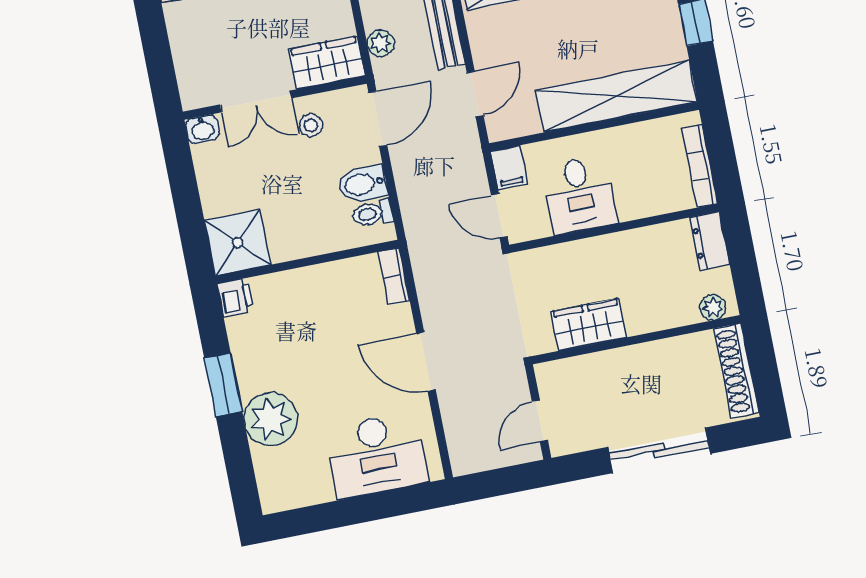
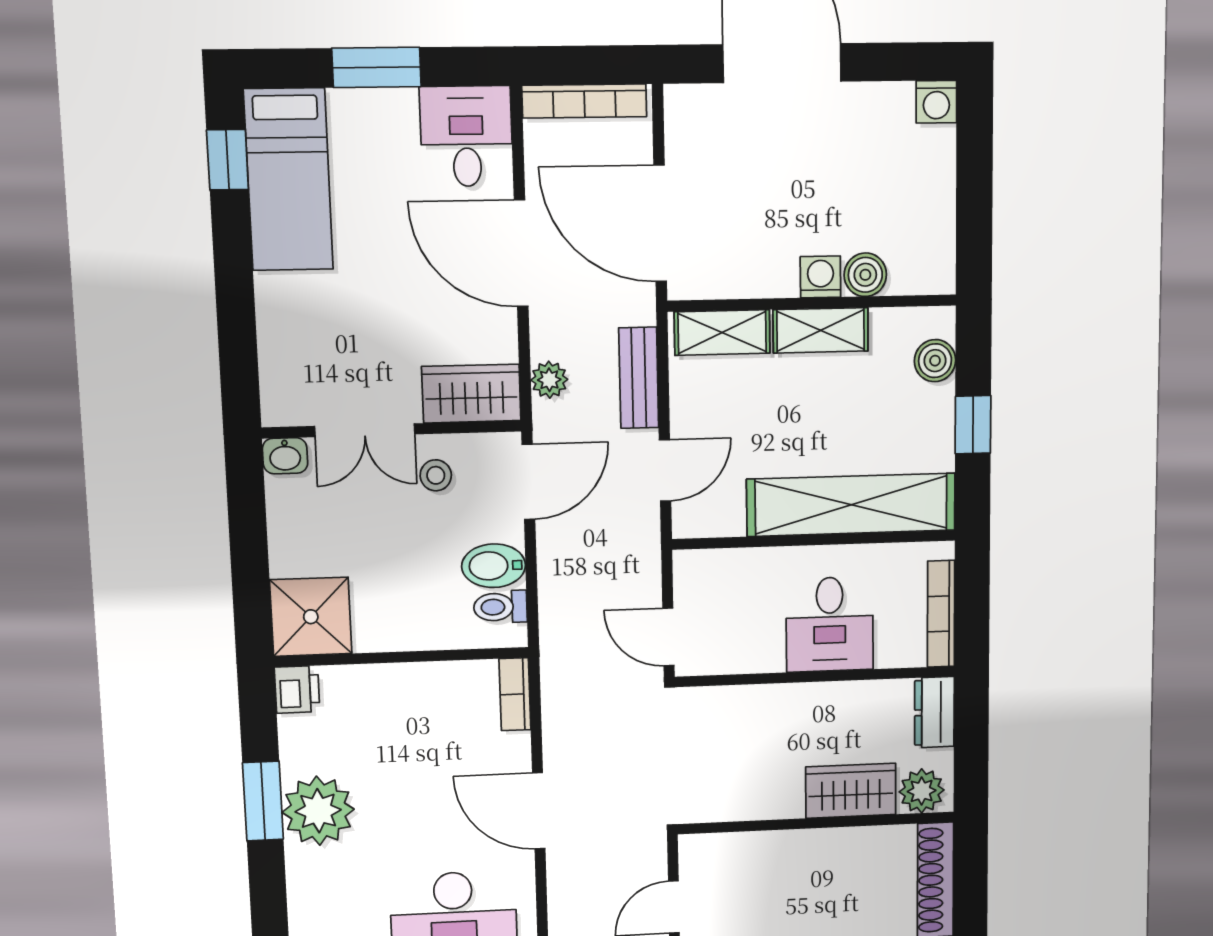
filing cabinet: (509, 168) -> (693, 576), removed
desk: (579, 195) -> (830, 624), moved
plant: (713, 307) -> (922, 791), width x1.38, depth x1.38
wardrobe: (589, 325) -> (851, 791), moved
plant: (271, 419) -> (318, 811), moved

